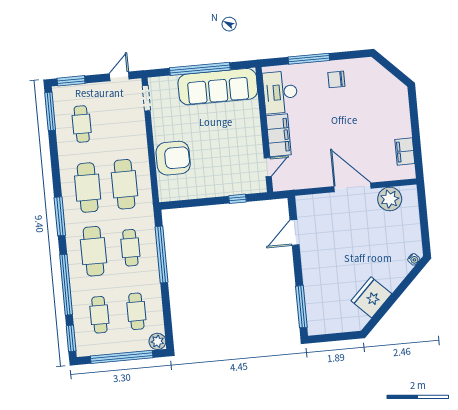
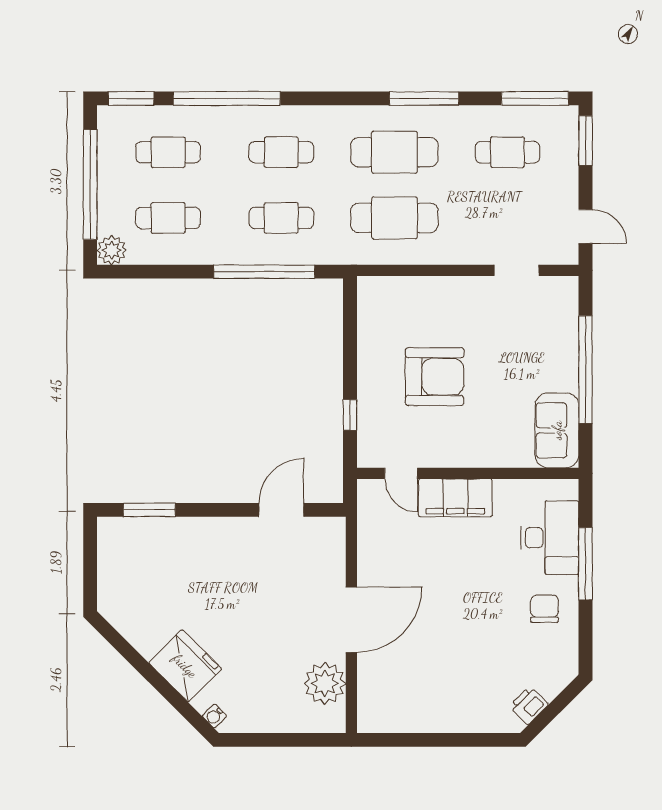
printer: (391, 83) -> (529, 705), added
sofa: (218, 87) -> (557, 430), width x0.54, depth x0.79
desk: (280, 92) -> (550, 538), moved, turned 90
doorway: (146, 98) -> (517, 270), moved
filing cabinet: (405, 152) -> (406, 718), removed
armchair: (173, 158) -> (435, 377), moved, turned -90
window: (60, 216) -> (424, 98), moved
door: (294, 232) -> (281, 510), hinge flipped
cafe table: (93, 251) -> (281, 152), width x0.73, depth x0.74
fridge: (371, 297) -> (185, 666), moved
window: (301, 307) -> (149, 510), width x0.69

